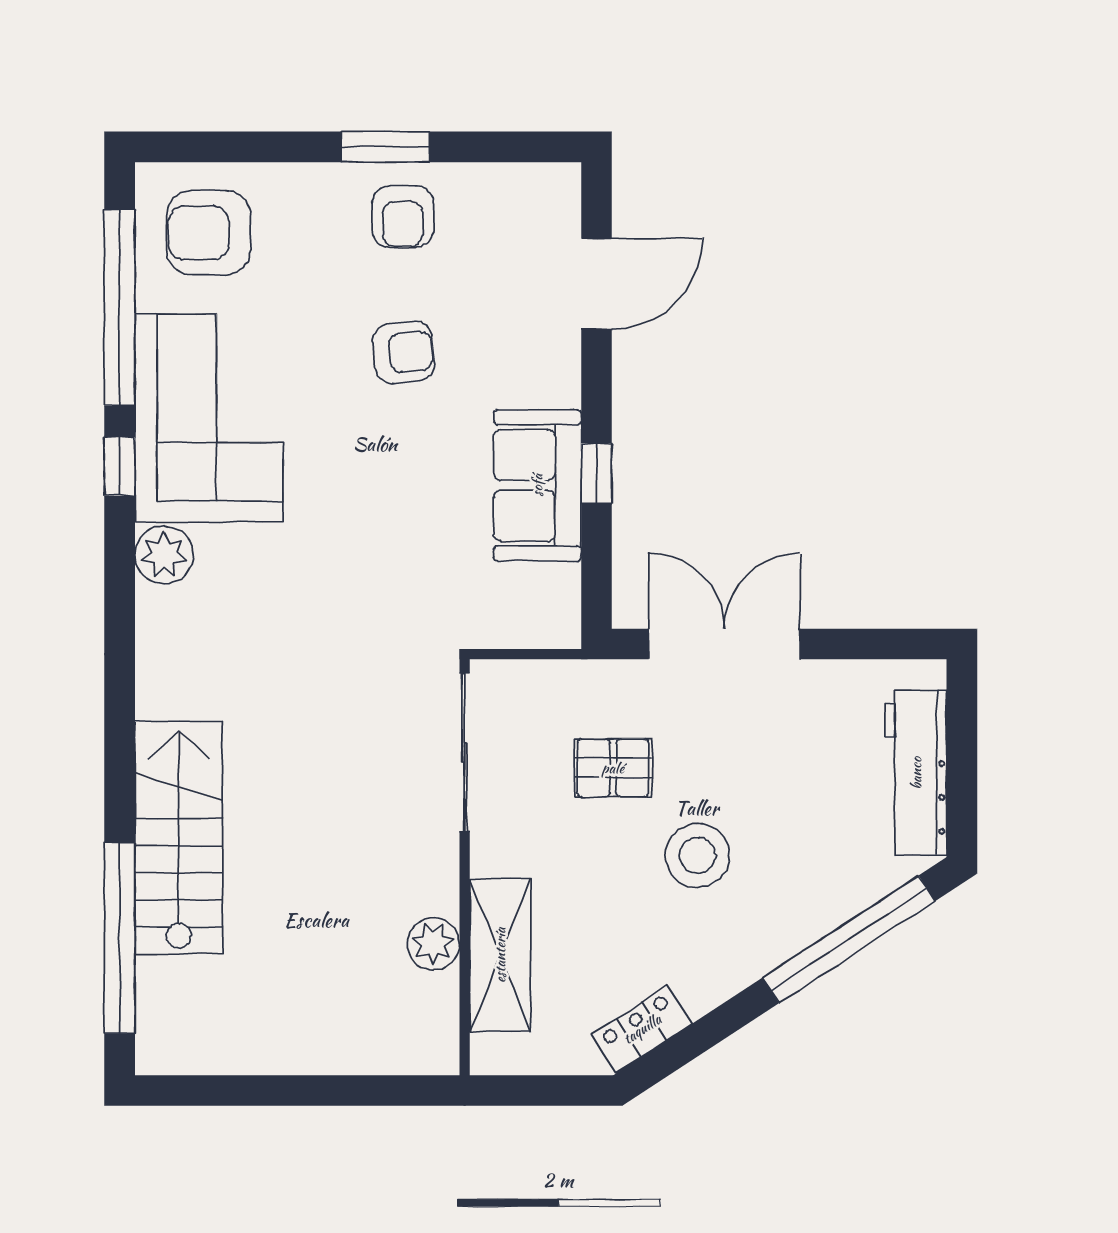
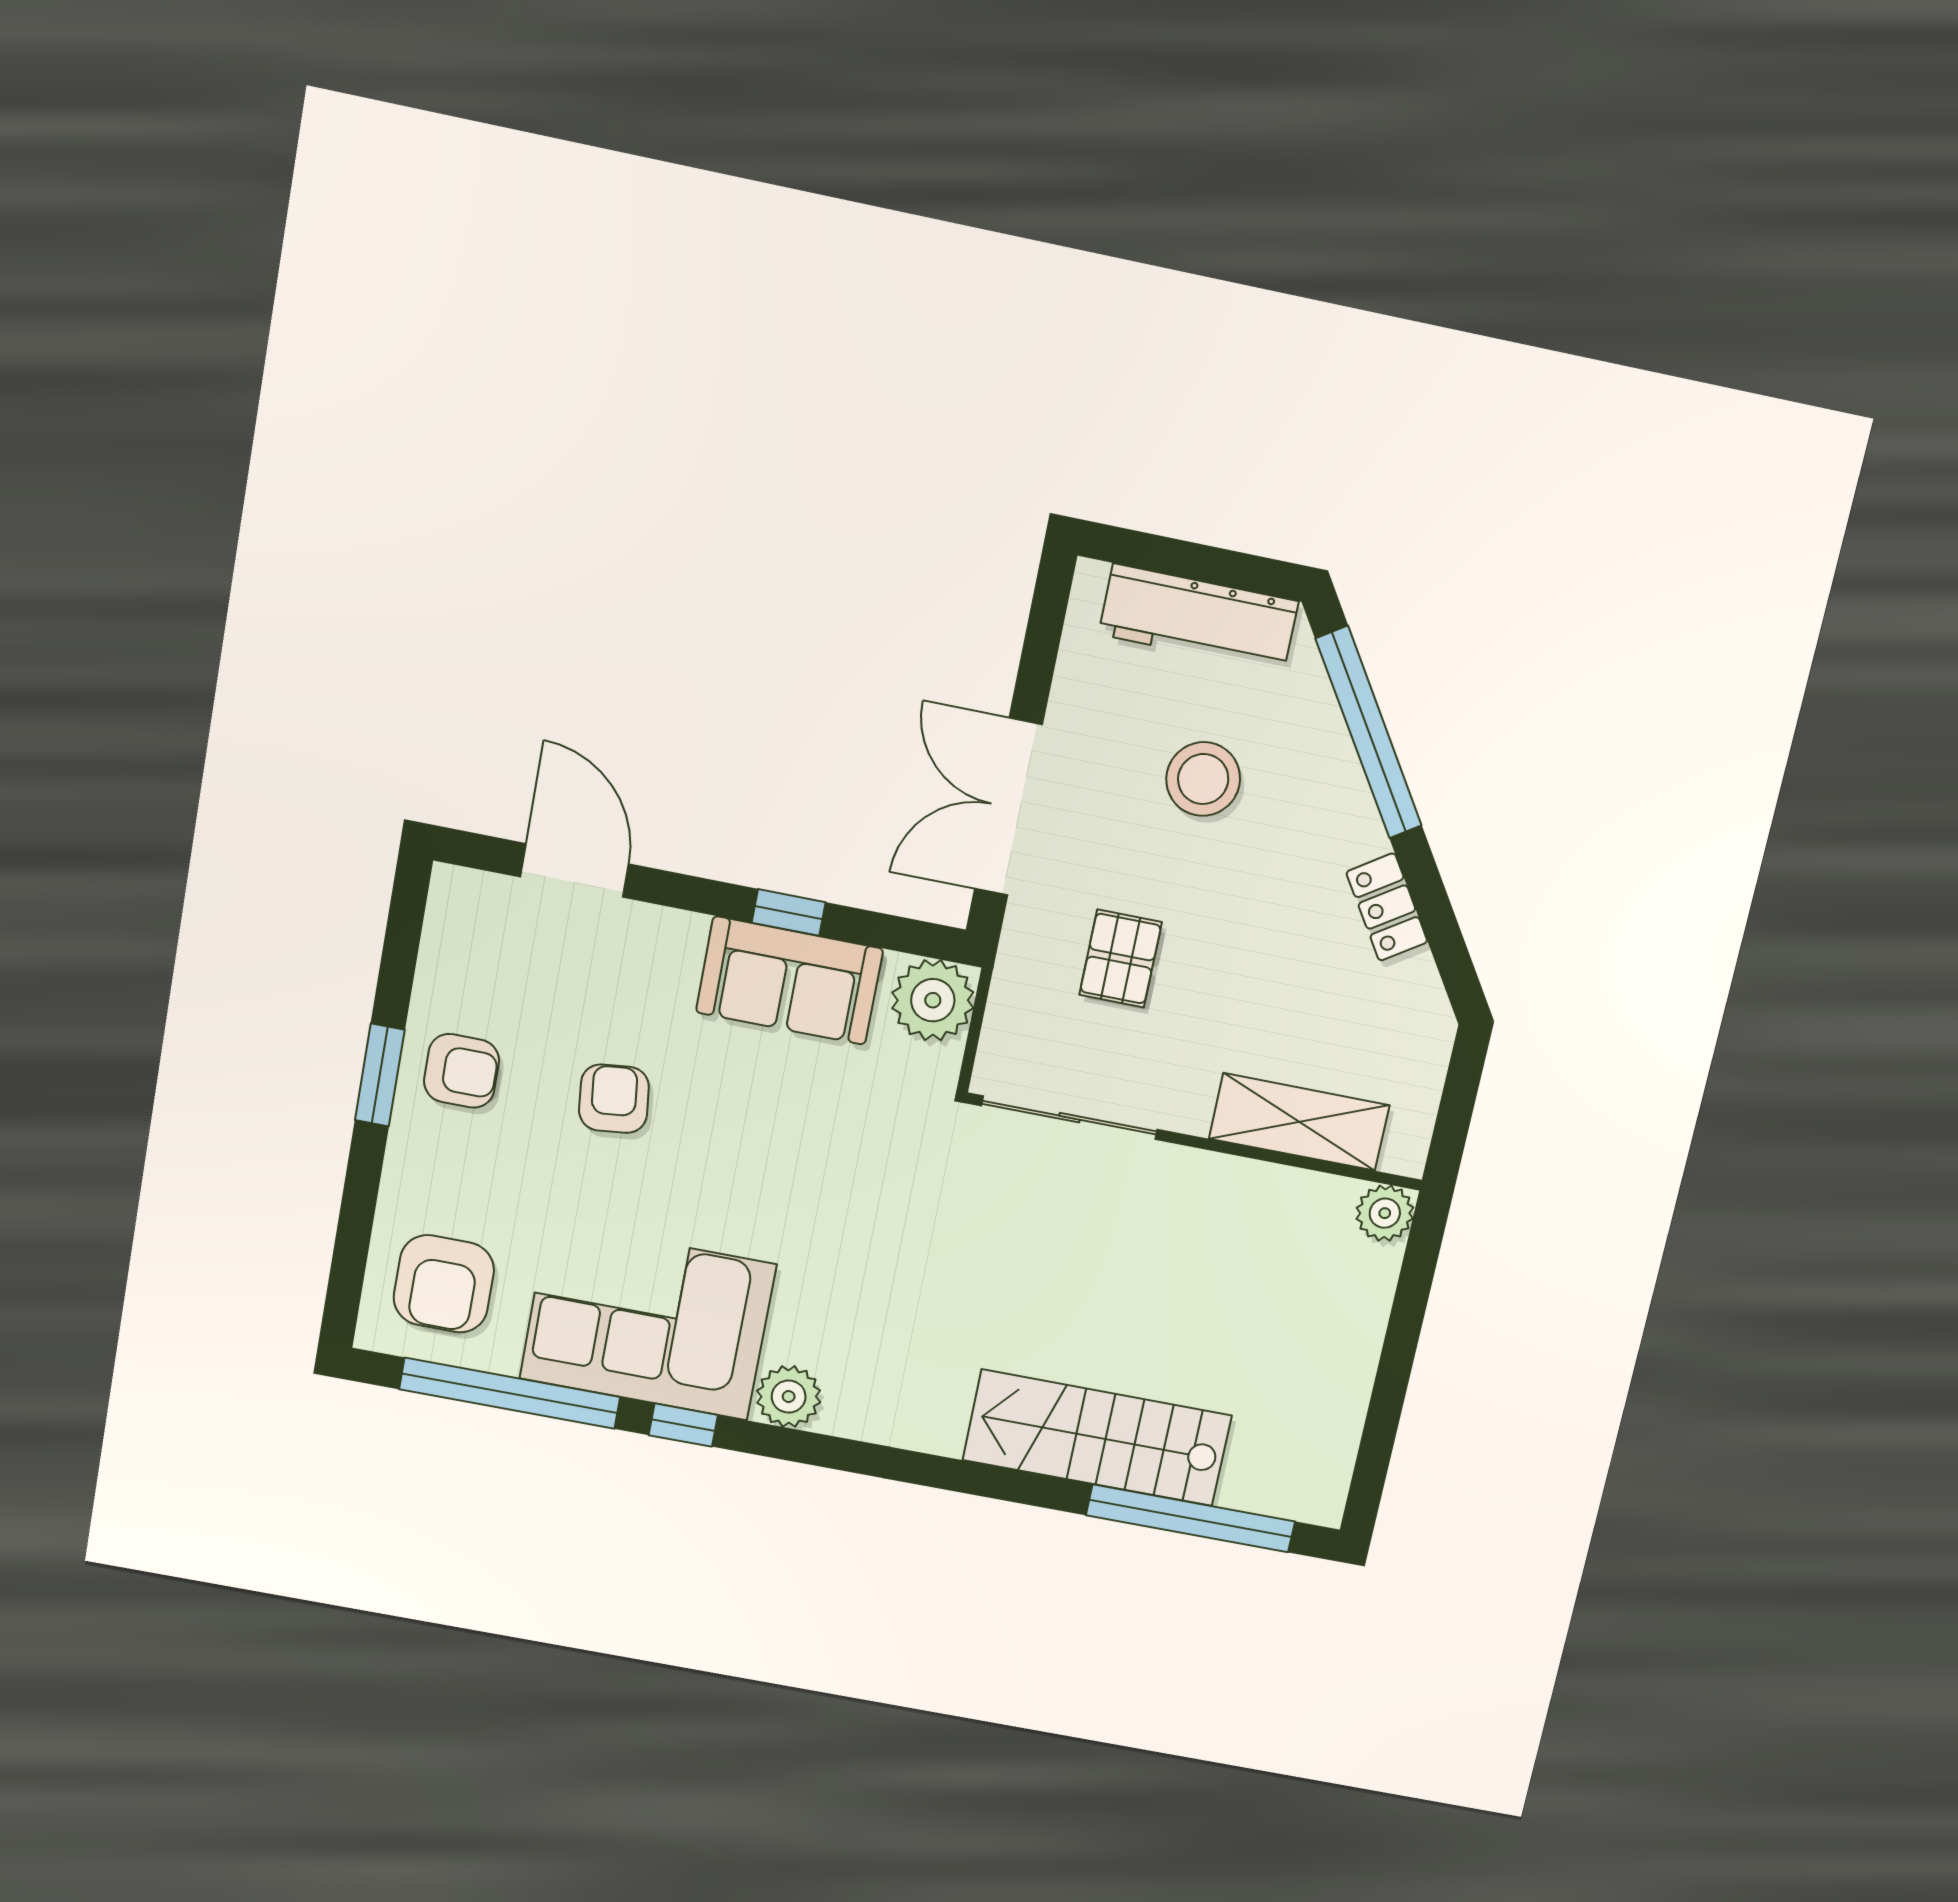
plant: (545, 613) -> (933, 1000), added
stool: (697, 855) -> (1203, 779), moved
plant: (433, 944) -> (1385, 1213), moved
locker: (642, 1029) -> (1387, 907), moved

